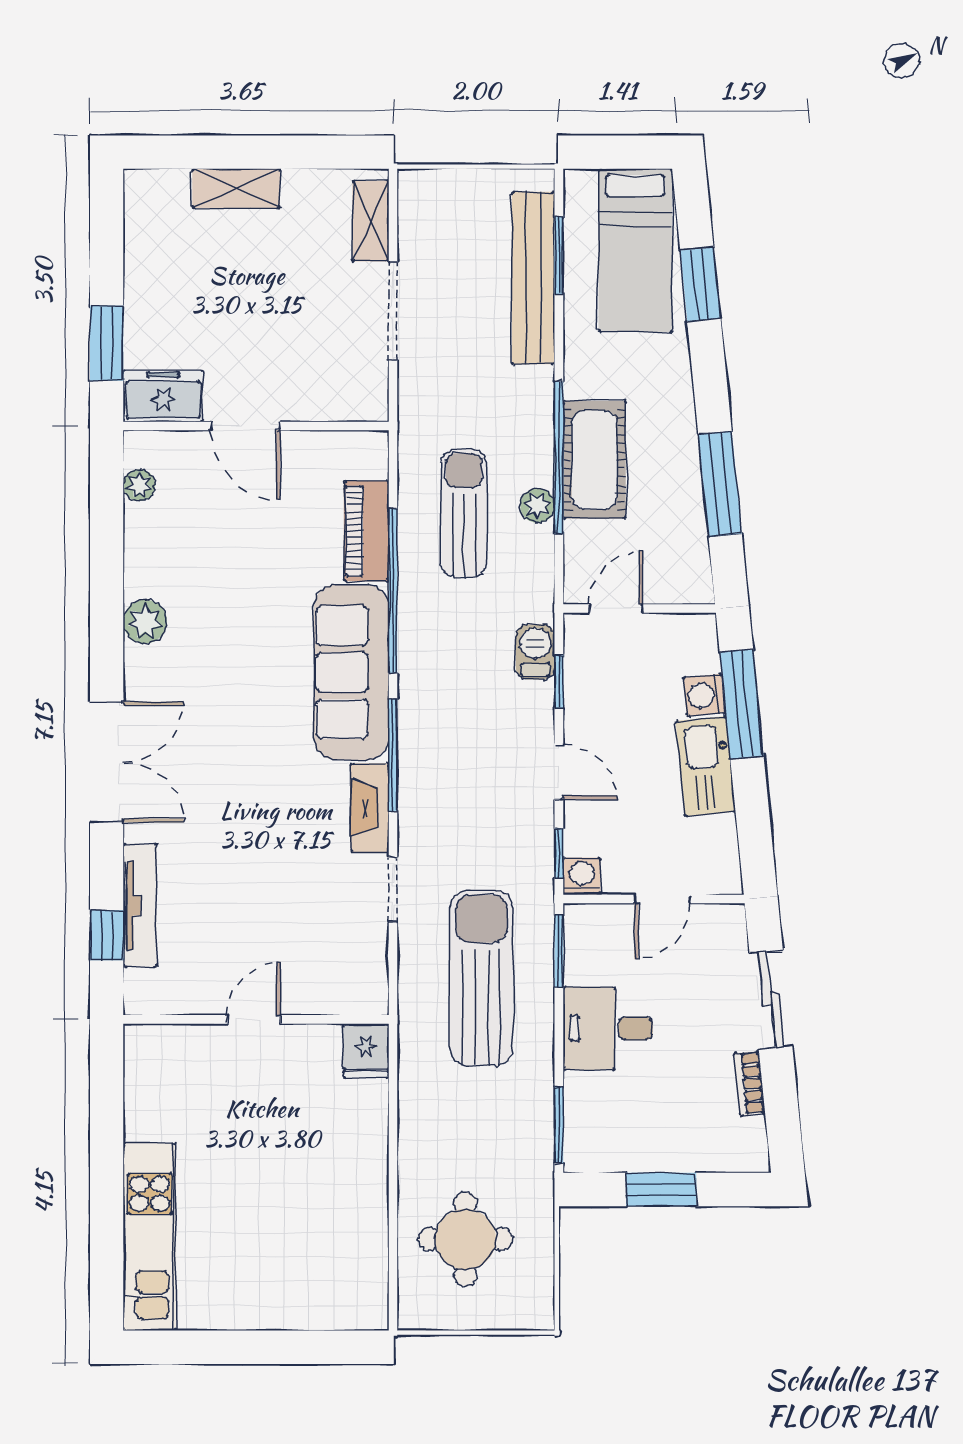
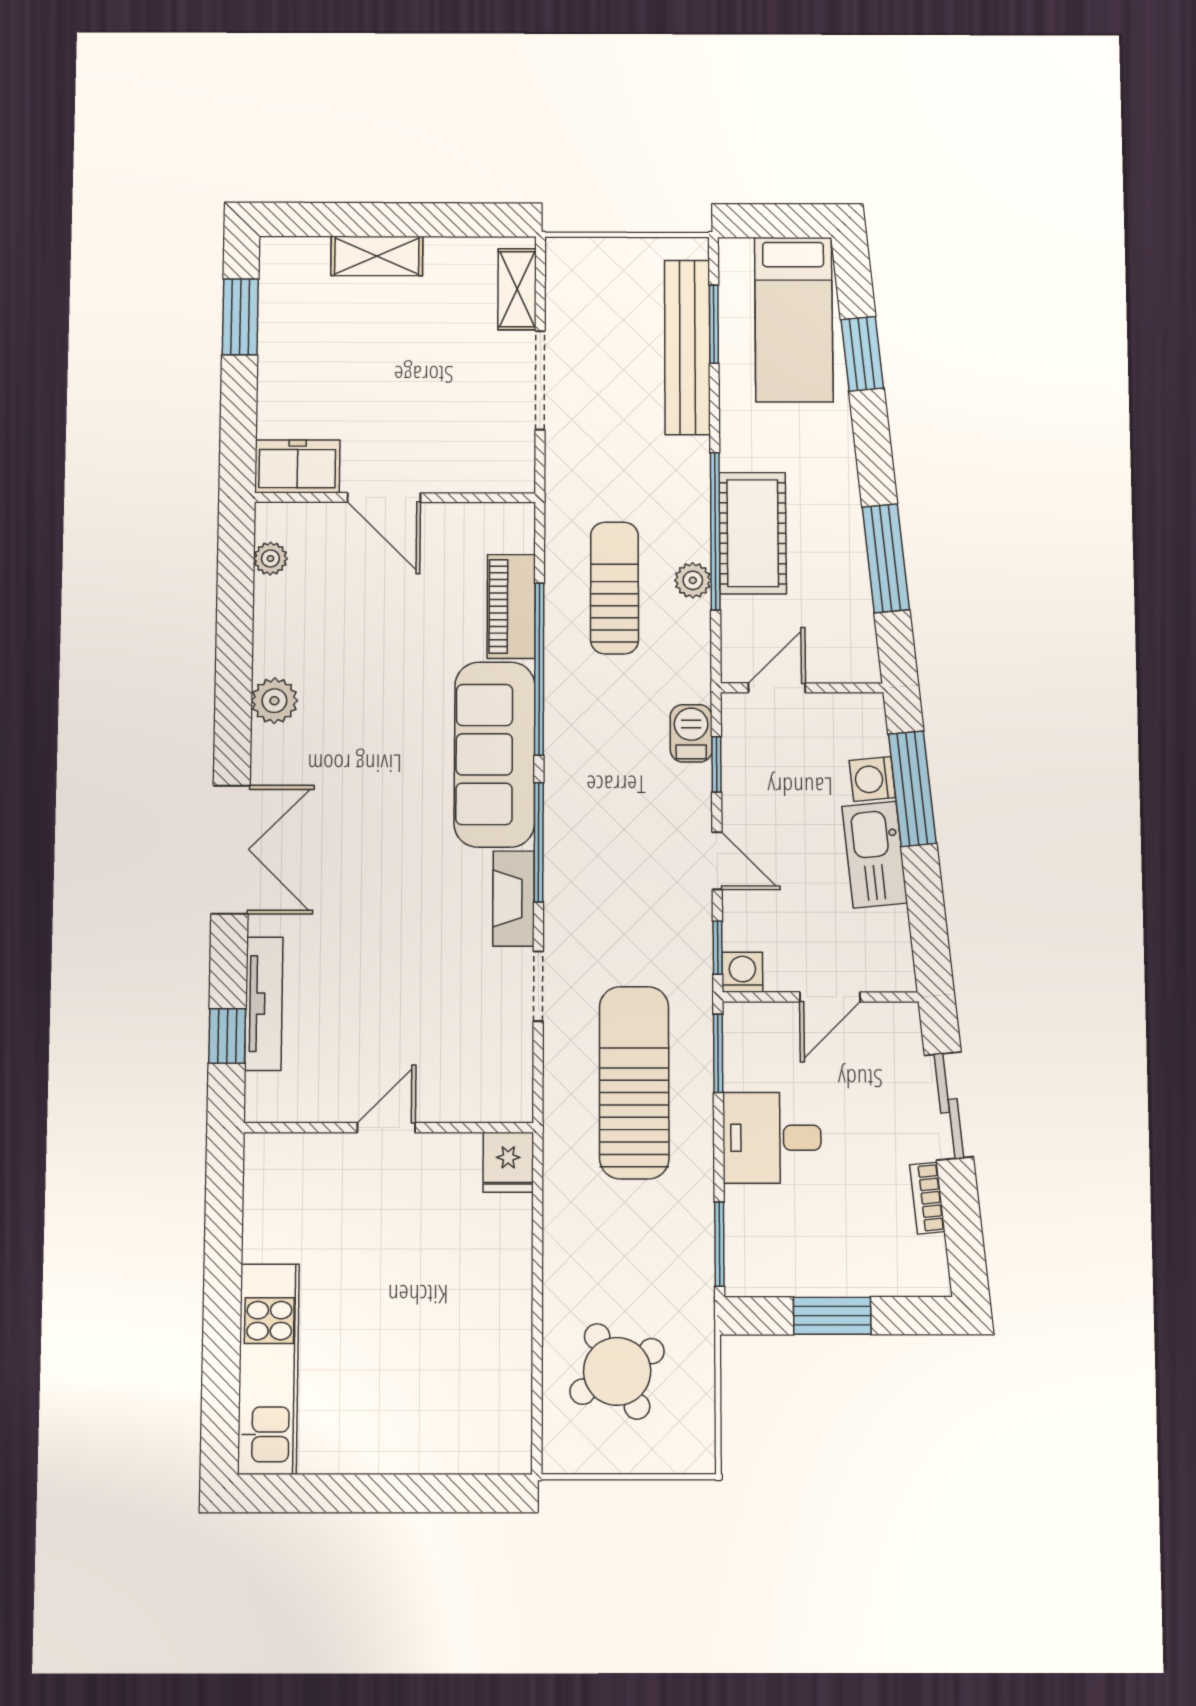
window: (107, 343) -> (240, 317), moved
round table: (465, 1239) -> (617, 1371), turned -30

